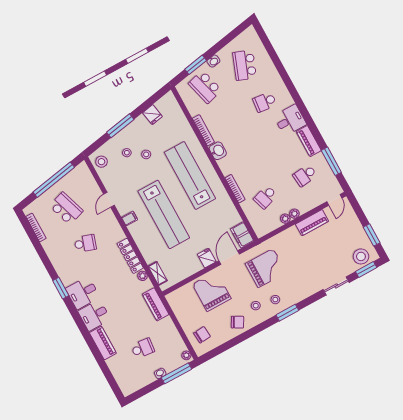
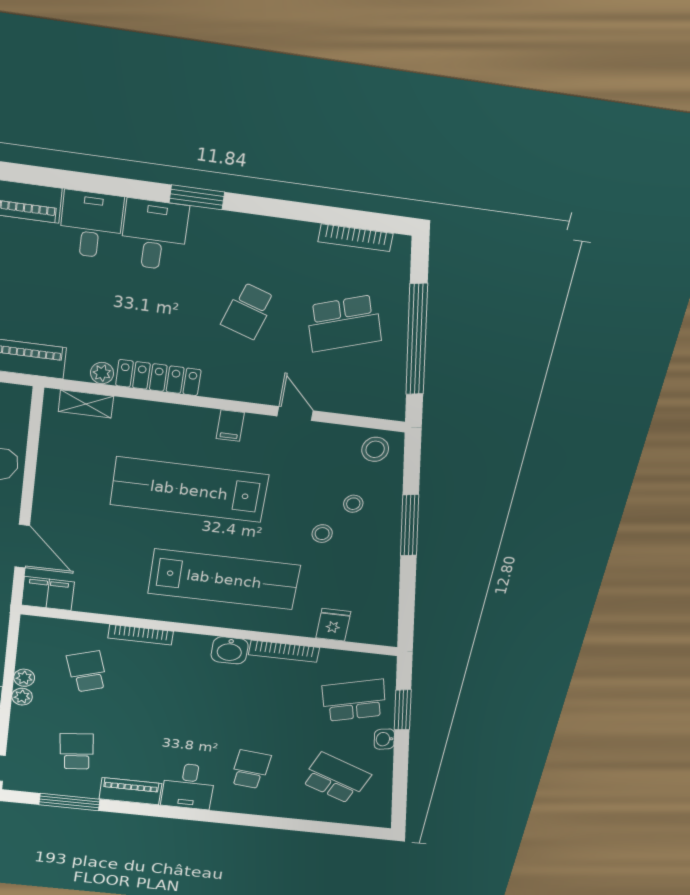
fridge: (152, 115) -> (333, 625), moved, turned 100
fridge: (207, 258) -> (50, 508), removed

